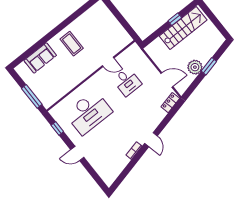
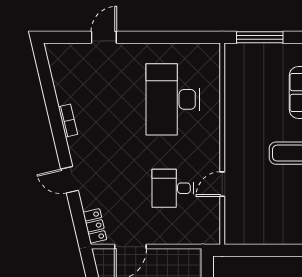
window: (57, 128) -> (186, 37), removed
door: (151, 140) -> (70, 180), moved
door: (77, 153) -> (104, 37), moved

